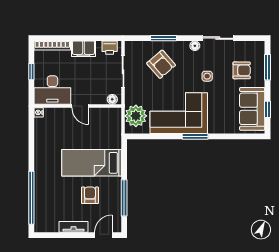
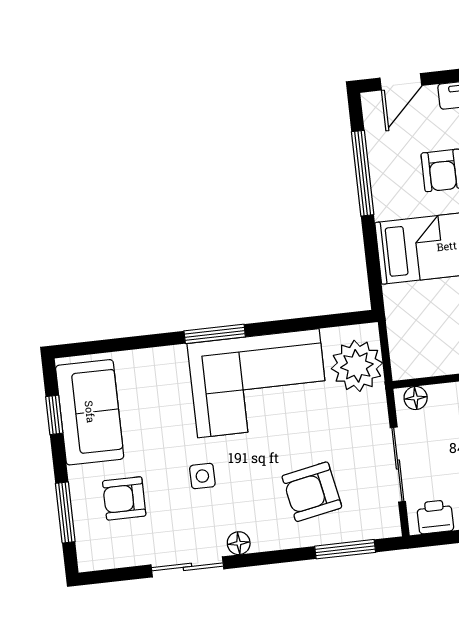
window: (163, 38) -> (345, 549), moved
armchair: (161, 64) -> (312, 492), turned -60

